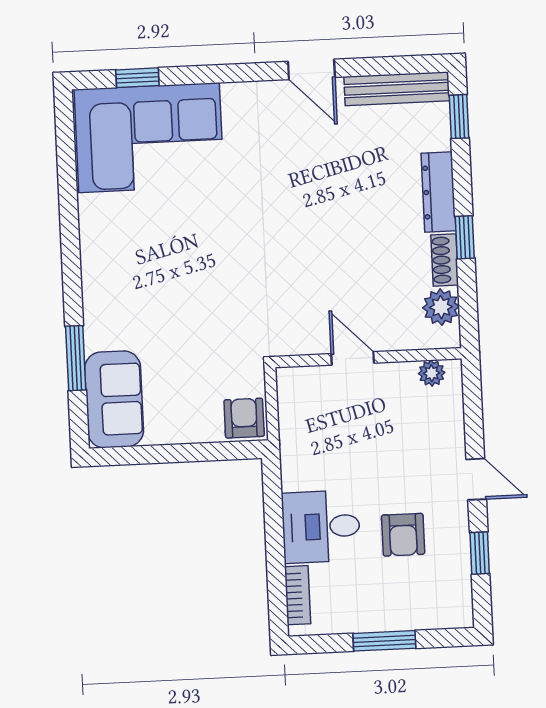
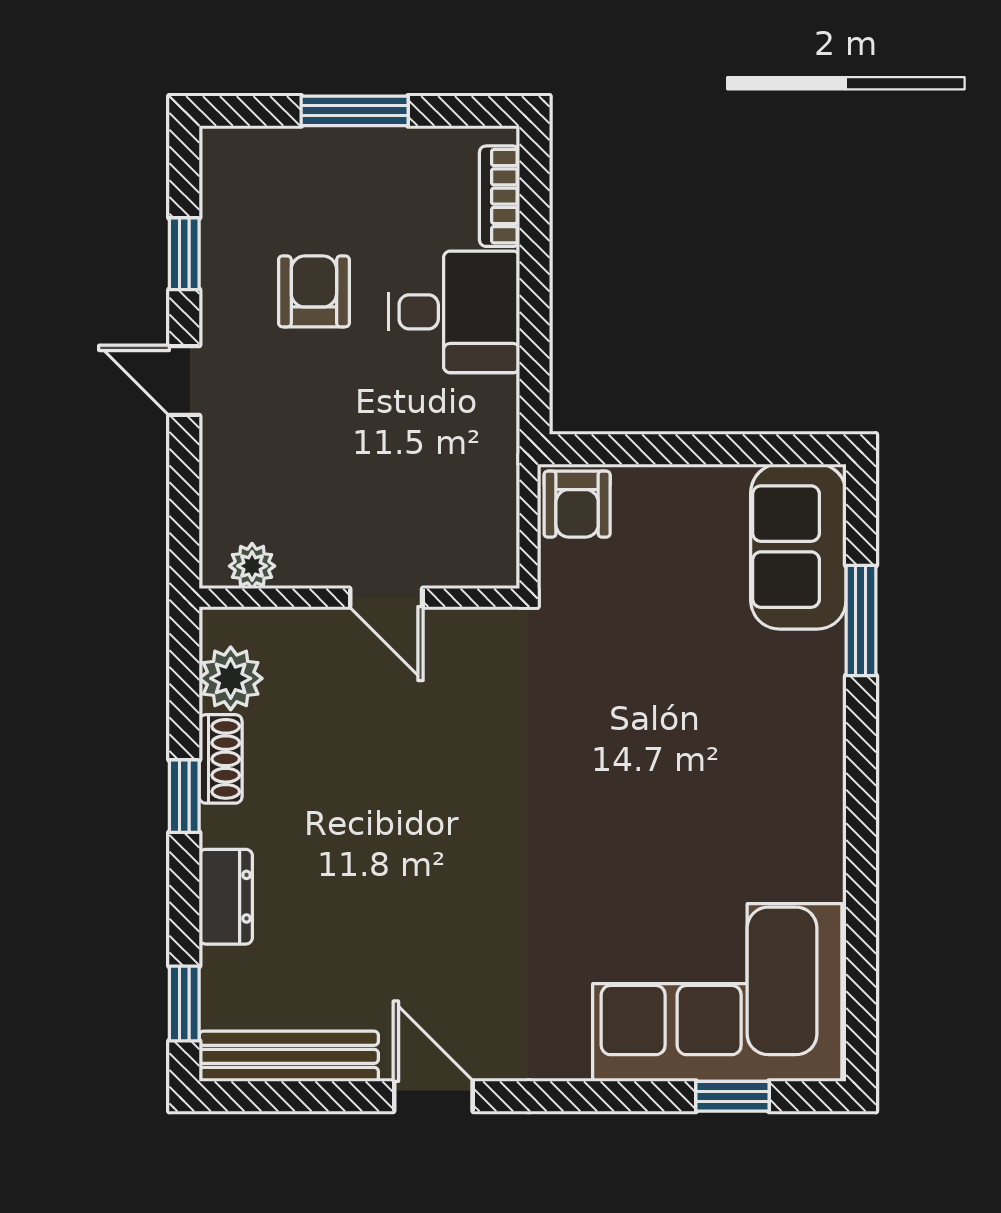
dresser: (438, 192) -> (226, 897), width x0.70

